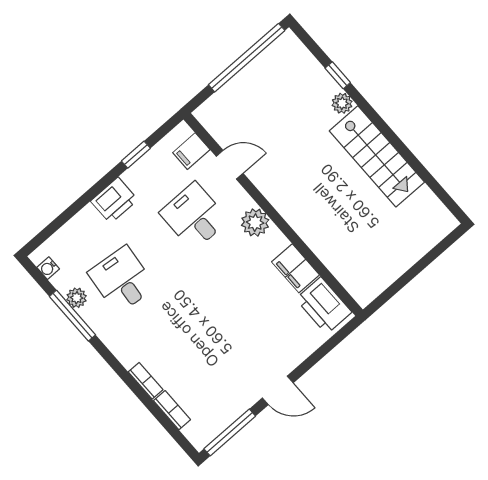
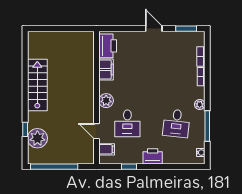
plant: (342, 103) -> (37, 138), moved, width x1.88, depth x1.88
plant: (77, 298) -> (200, 104), moved
window: (230, 432) -> (186, 29), width x0.69

